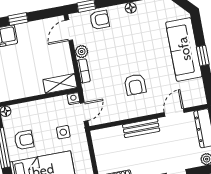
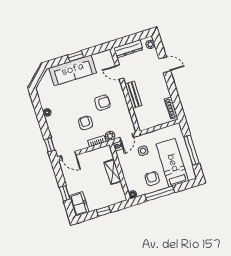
armchair: (99, 20) -> (86, 123), moved
plant: (82, 52) -> (110, 136), moved
shelving: (60, 84) -> (113, 172), moved
door: (84, 112) -> (127, 137), swing flipped

